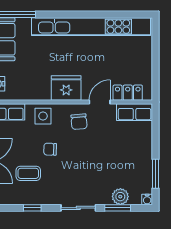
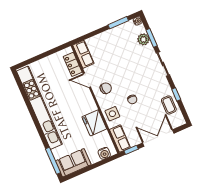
fridge: (66, 88) -> (94, 123), moved
coffee table: (28, 173) -> (169, 105), moved

